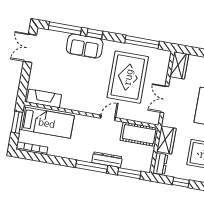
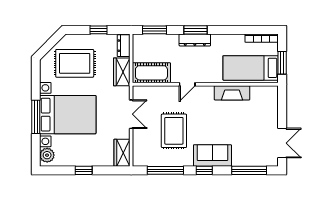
window: (95, 34) -> (204, 170), moved
sofa: (85, 46) -> (212, 155), moved
rug: (128, 77) -> (174, 131), width x0.73, depth x0.69
fireplace: (44, 98) -> (232, 93), moved
dresser: (107, 160) -> (195, 40), moved
window: (92, 167) -> (195, 30), width x0.69

